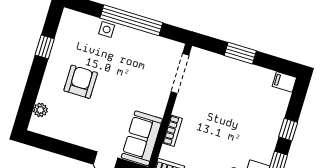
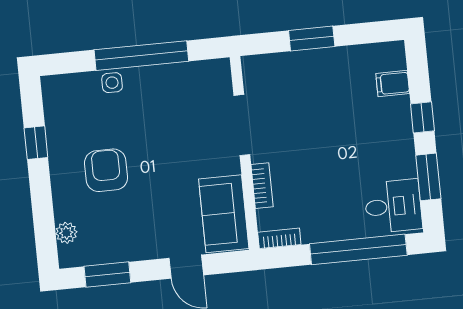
doorway: (180, 73) -> (242, 125), moved
filing cabinet: (284, 82) -> (393, 83), moved
window: (55, 146) -> (107, 274), added

